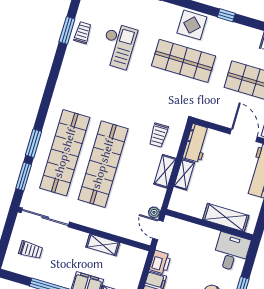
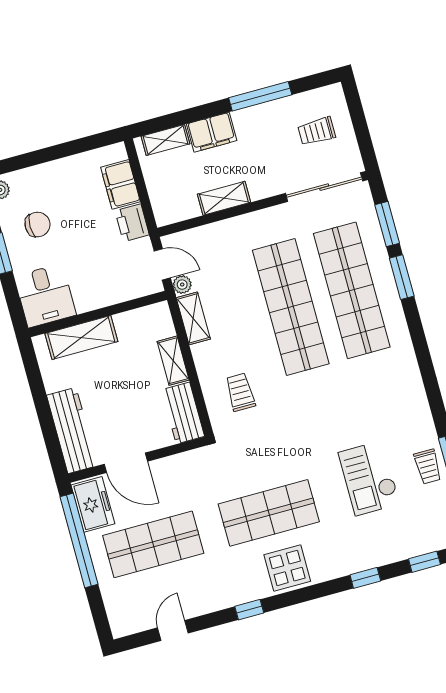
shelving: (165, 171) -> (193, 318), moved

